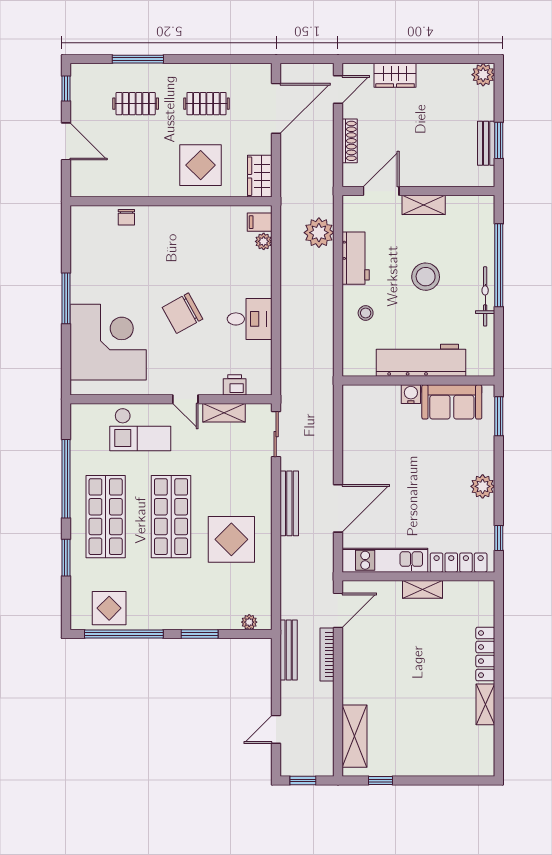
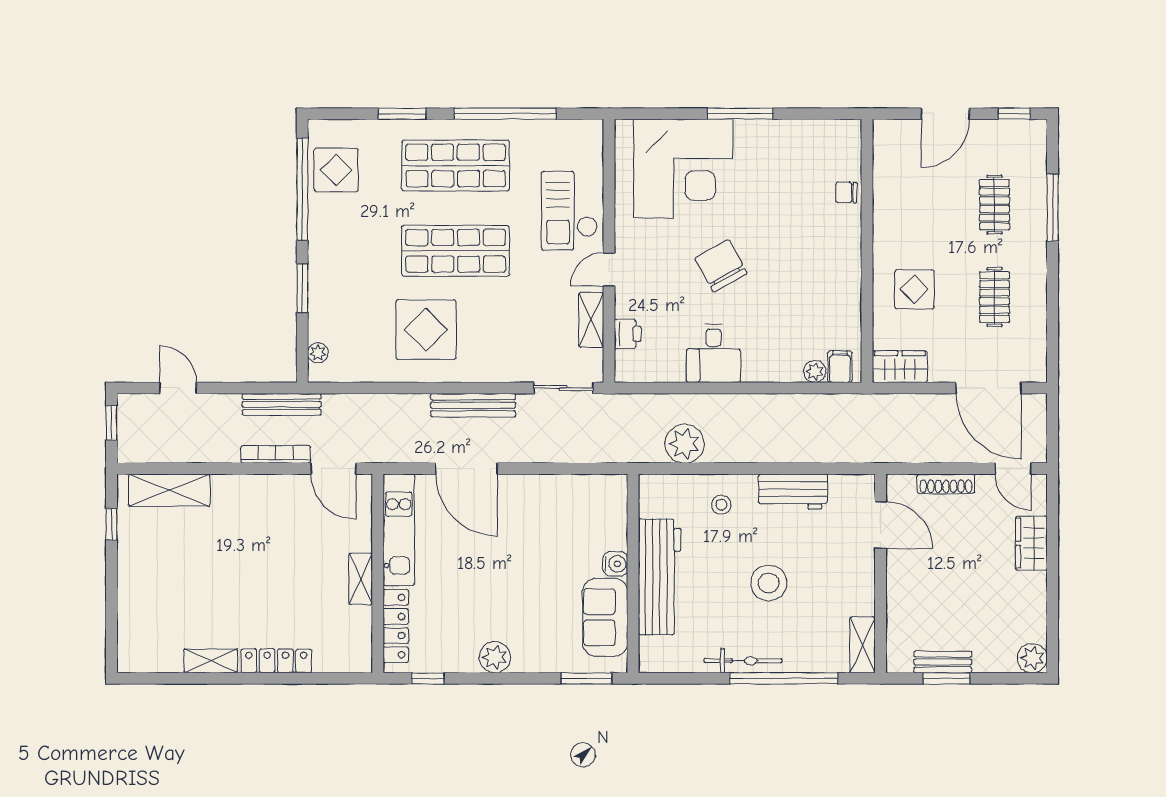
display table: (201, 165) -> (914, 289), width x0.73, depth x0.73
shelving: (424, 205) -> (862, 645), moved
plant: (319, 233) -> (684, 444), moved

